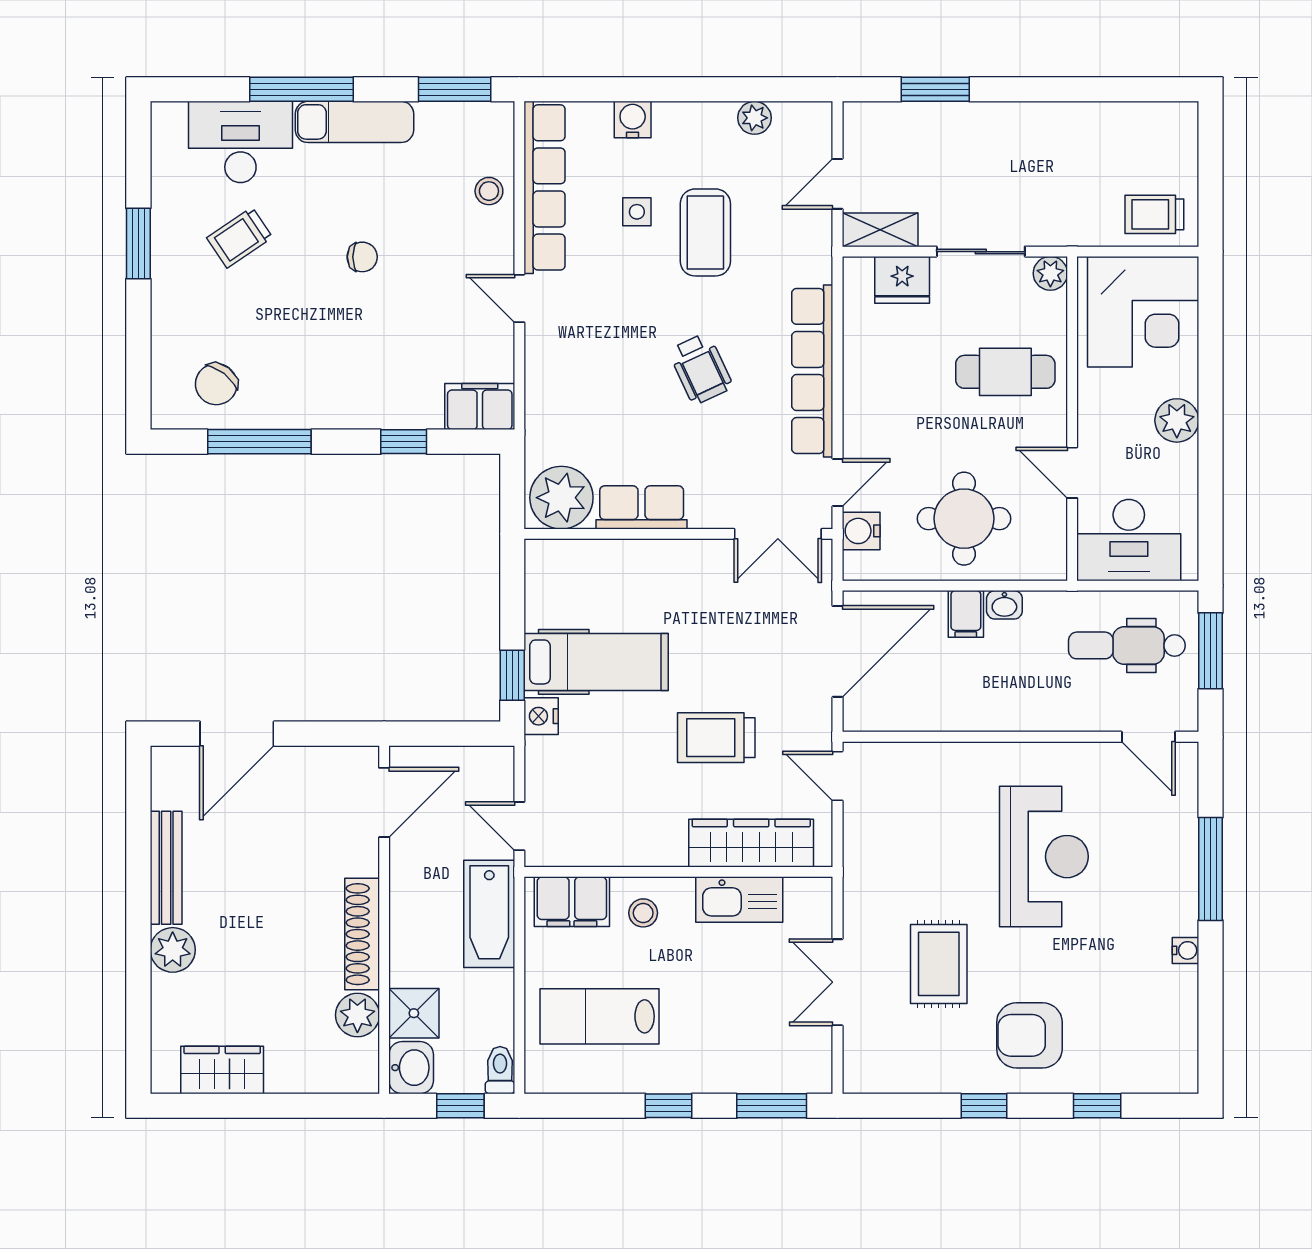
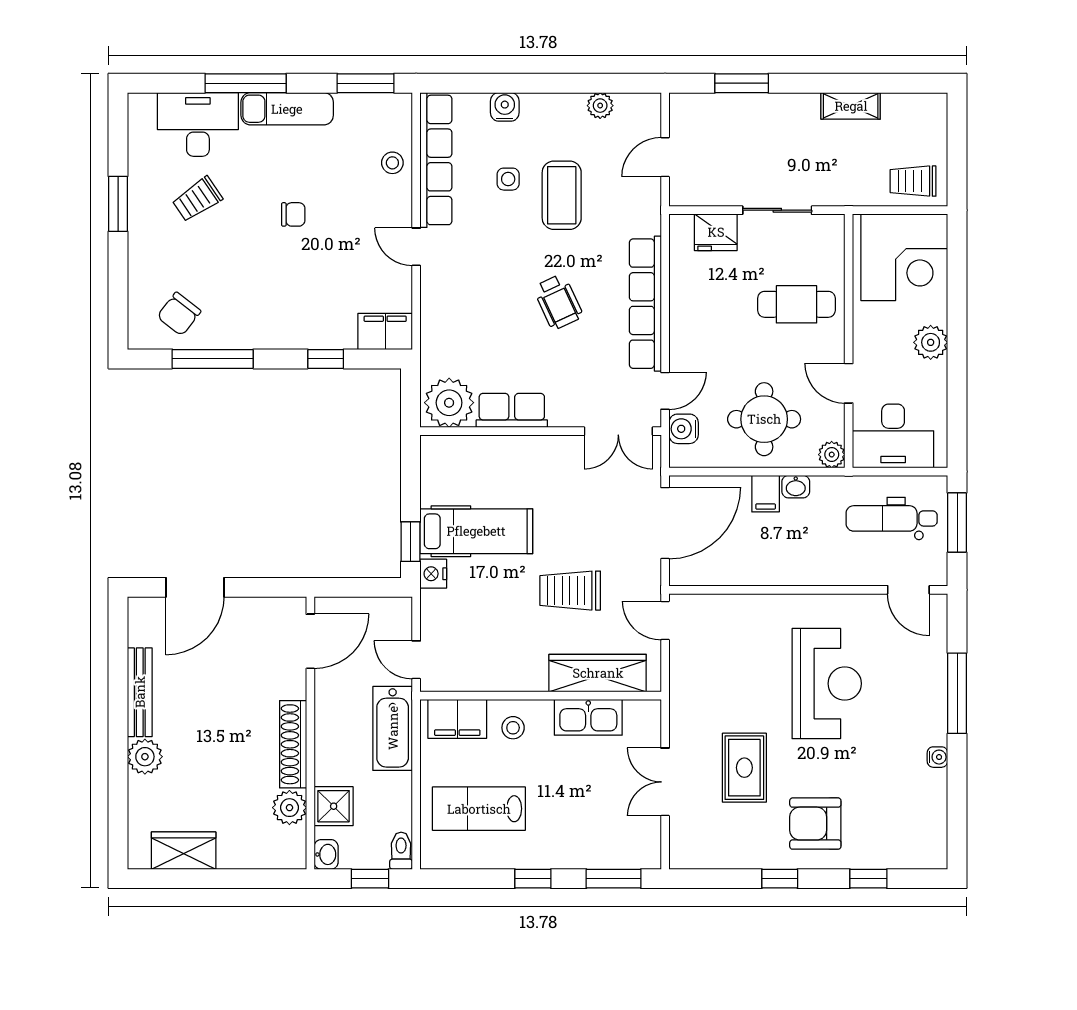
shelving: (880, 230) -> (851, 106), moved
plant: (1050, 273) -> (832, 455), moved
washbasin: (411, 1068) -> (326, 854), width x0.72, depth x0.69

